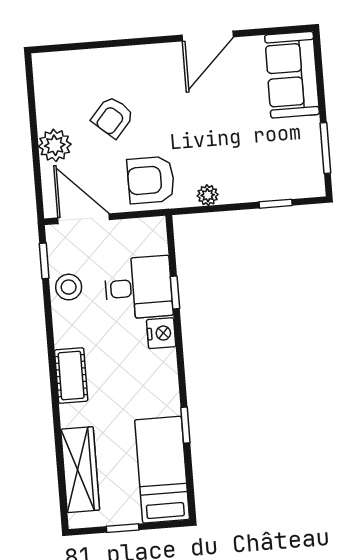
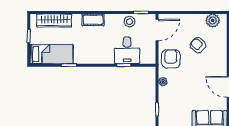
plant: (55, 145) -> (213, 21), moved
nightstand: (161, 333) -> (108, 58), removed

